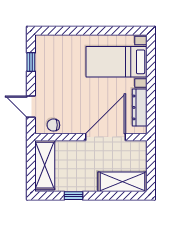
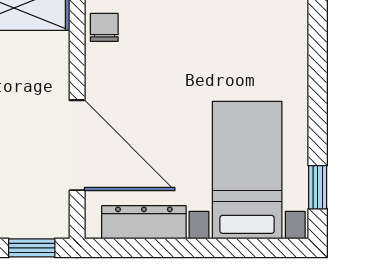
window: (124, 31) -> (318, 187), added
window: (151, 157) -> (32, 248), added

